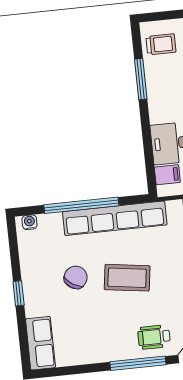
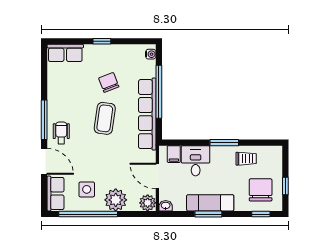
trolley: (161, 44) -> (246, 159), moved, turned -90
window: (141, 79) -> (224, 143), moved
chair: (76, 277) -> (109, 82), turned -144

